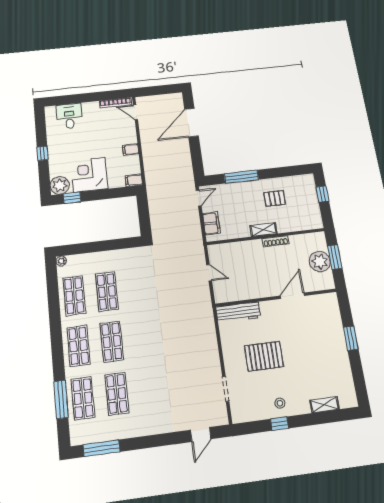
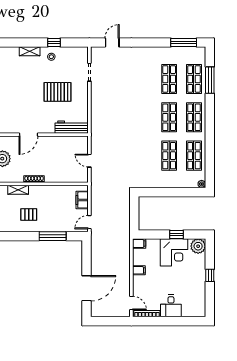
desk: (69, 116) -> (171, 306), moved
window: (72, 198) -> (176, 234), moved
shelving: (263, 230) -> (18, 190), moved
shelving: (325, 405) -> (30, 51), moved

